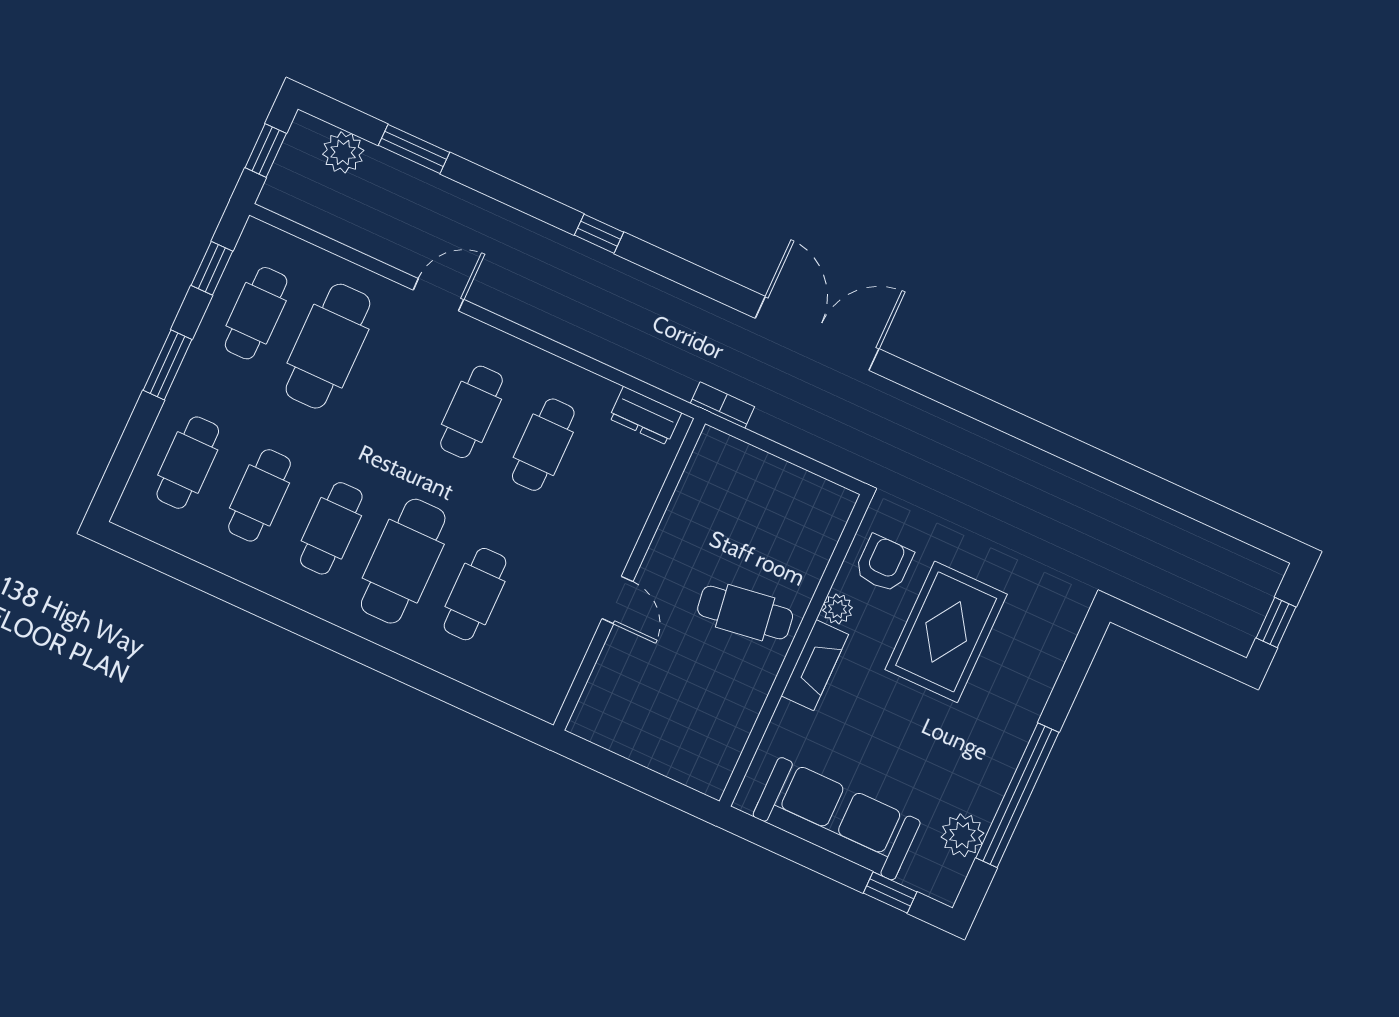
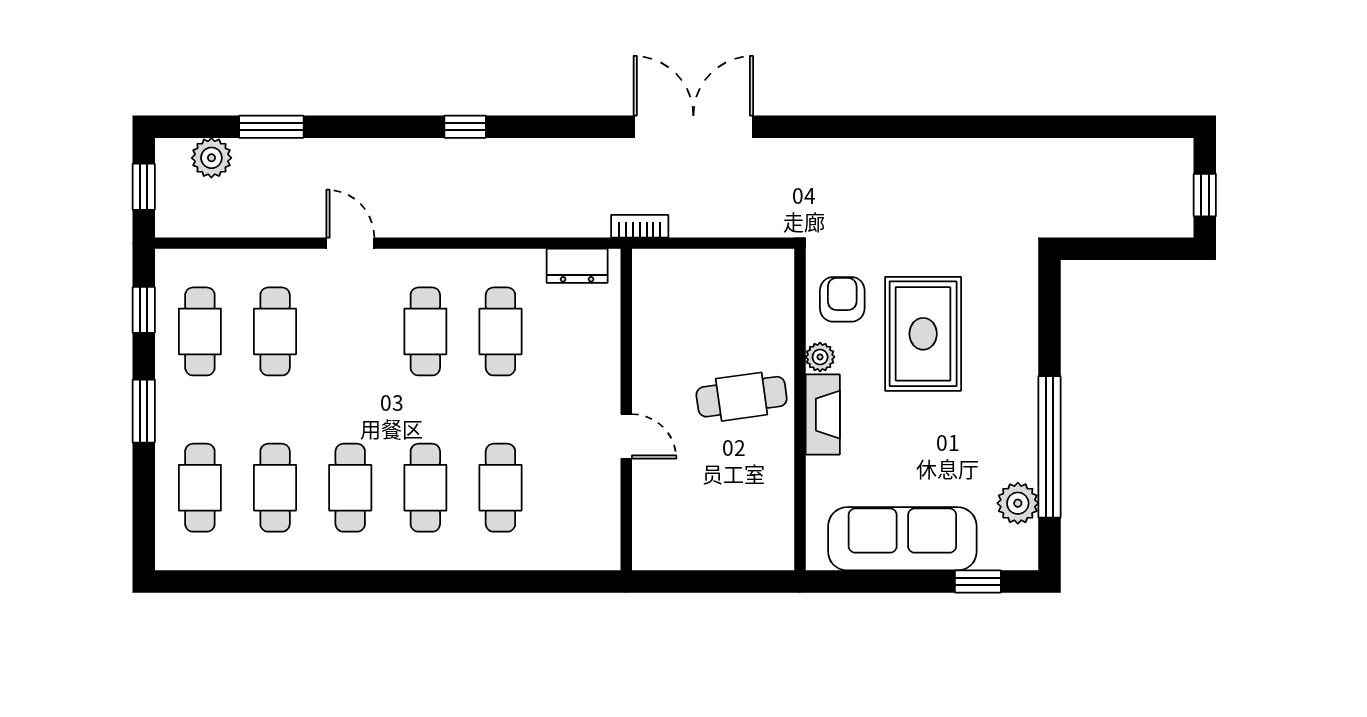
door: (438, 295) -> (350, 243), hinge flipped
cafe table: (328, 346) -> (275, 331), width x0.73, depth x0.74
cafe table: (403, 561) -> (425, 488), width x0.73, depth x0.74

